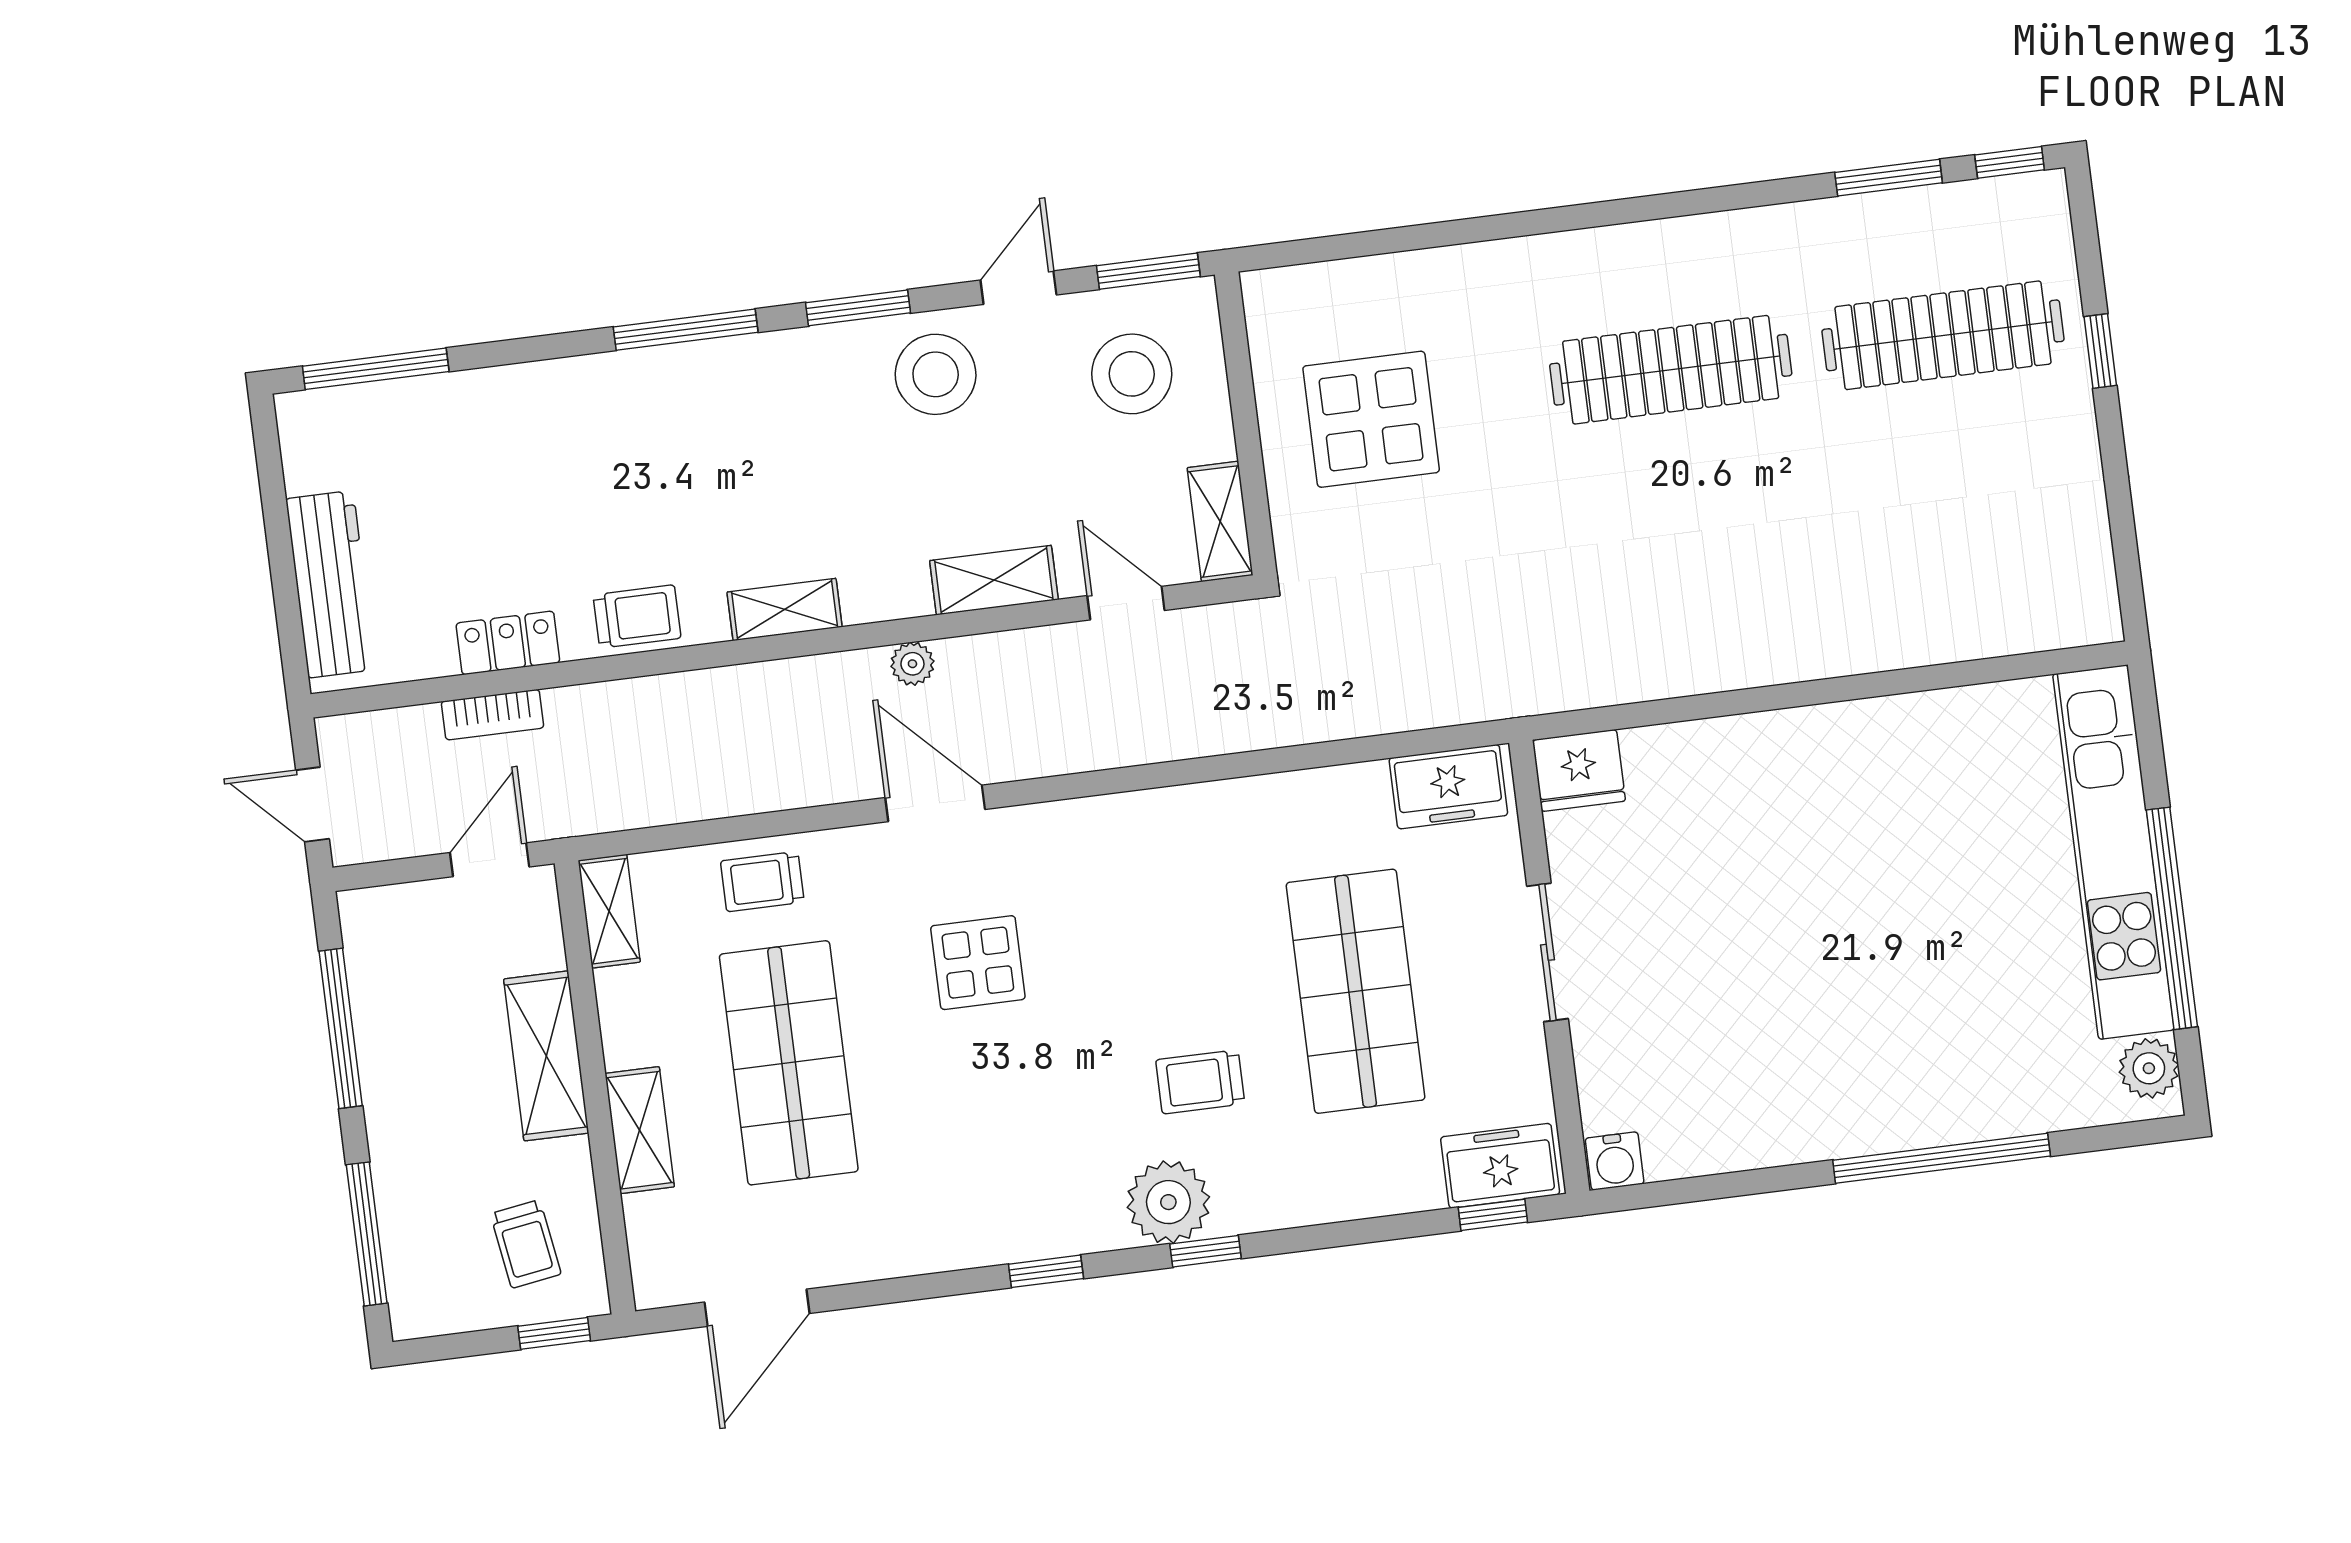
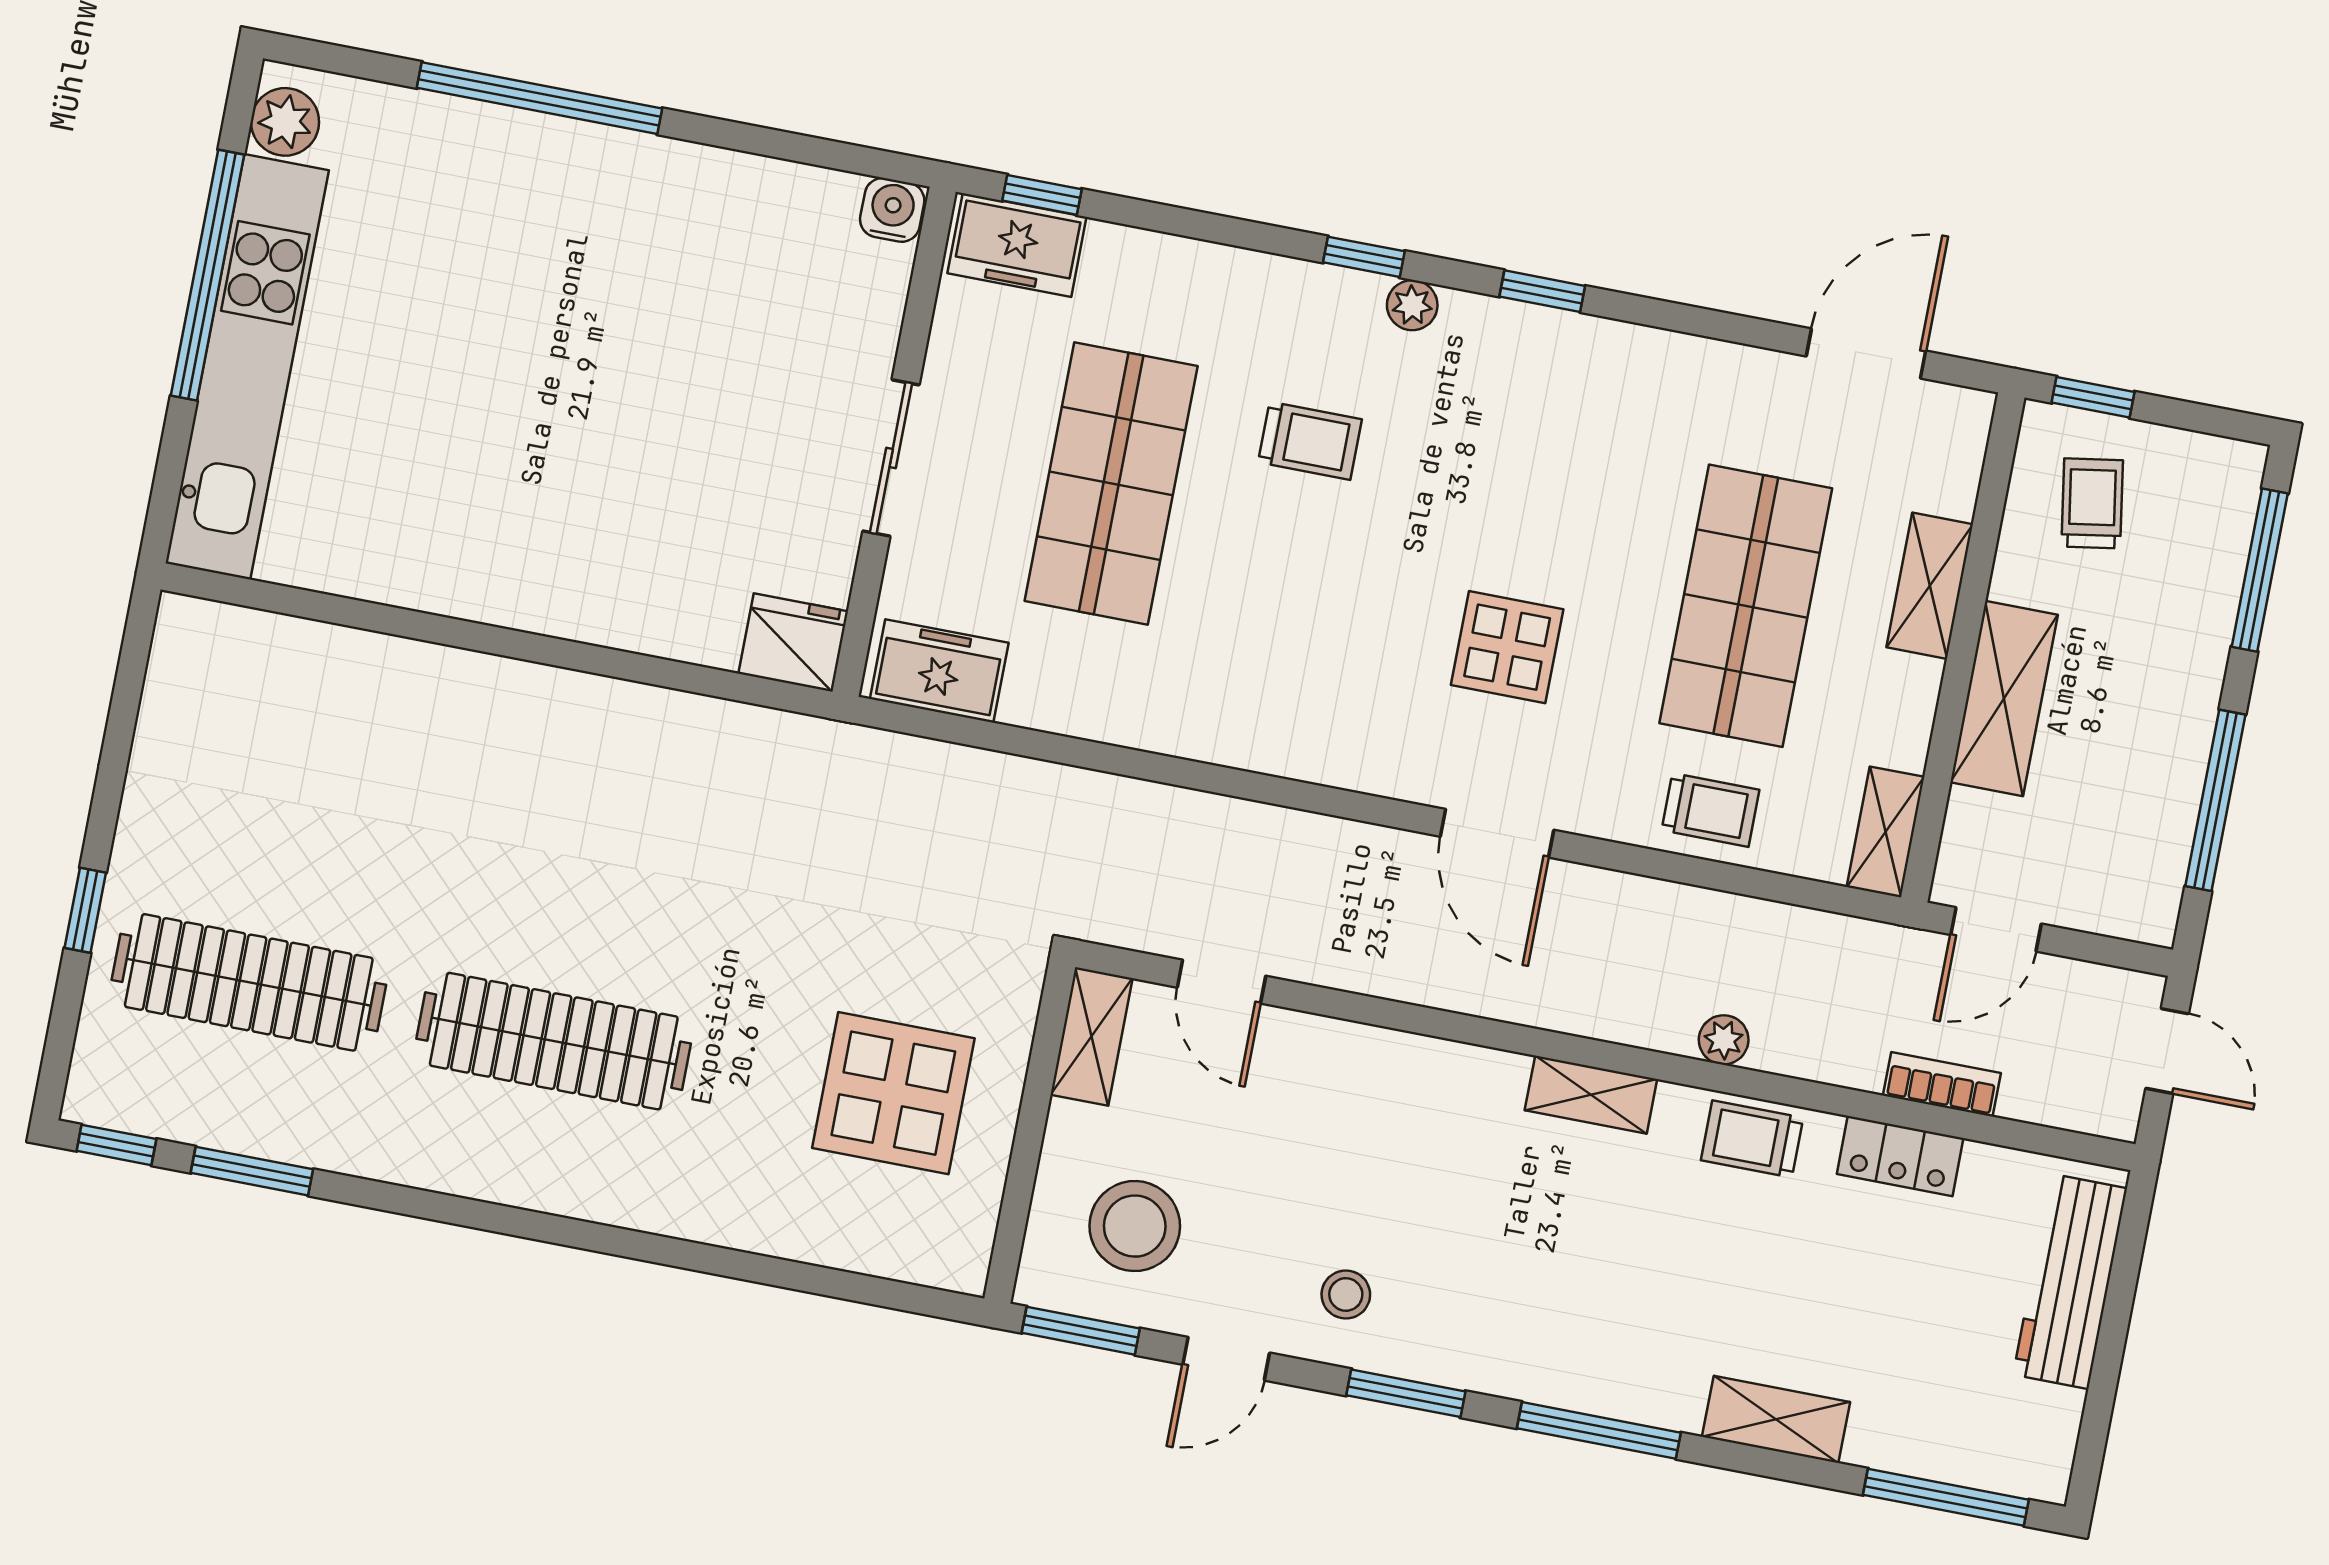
stool: (936, 374) -> (1346, 1294), width x0.53, depth x0.53
shelving: (994, 580) -> (1776, 1419), moved
plant: (912, 664) -> (1724, 1040), moved
plant: (1168, 1202) -> (1412, 305), width x0.53, depth x0.53

